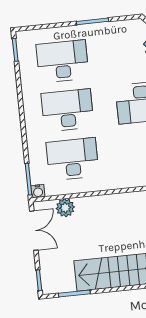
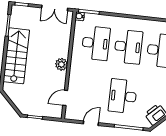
plant: (65, 208) -> (61, 64), moved

